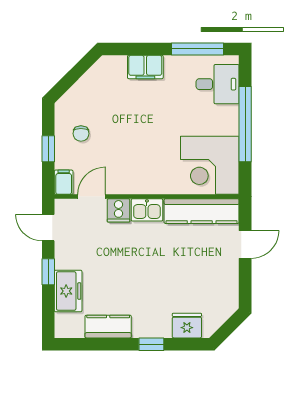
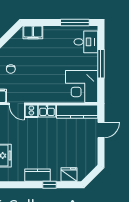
filing cabinet: (145, 67) -> (33, 32), moved
window: (245, 124) -> (101, 64), width x0.68
door: (92, 197) -> (17, 104), swing flipped
kitchen counter: (108, 327) -> (37, 175), moved

